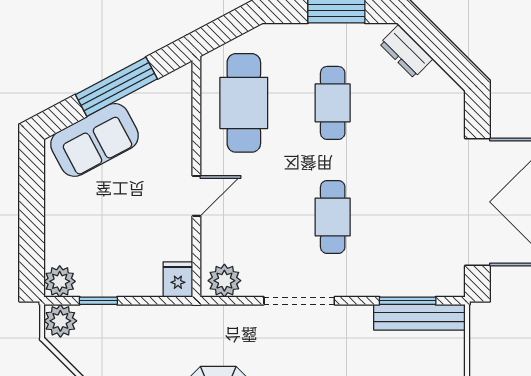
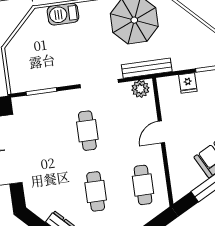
cafe table: (244, 103) -> (143, 185), width x0.73, depth x0.74
fridge: (178, 279) -> (188, 83), moved
bench: (419, 317) -> (147, 68), moved

